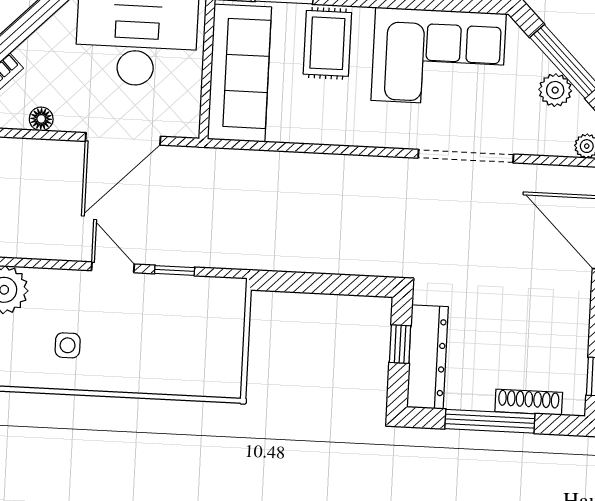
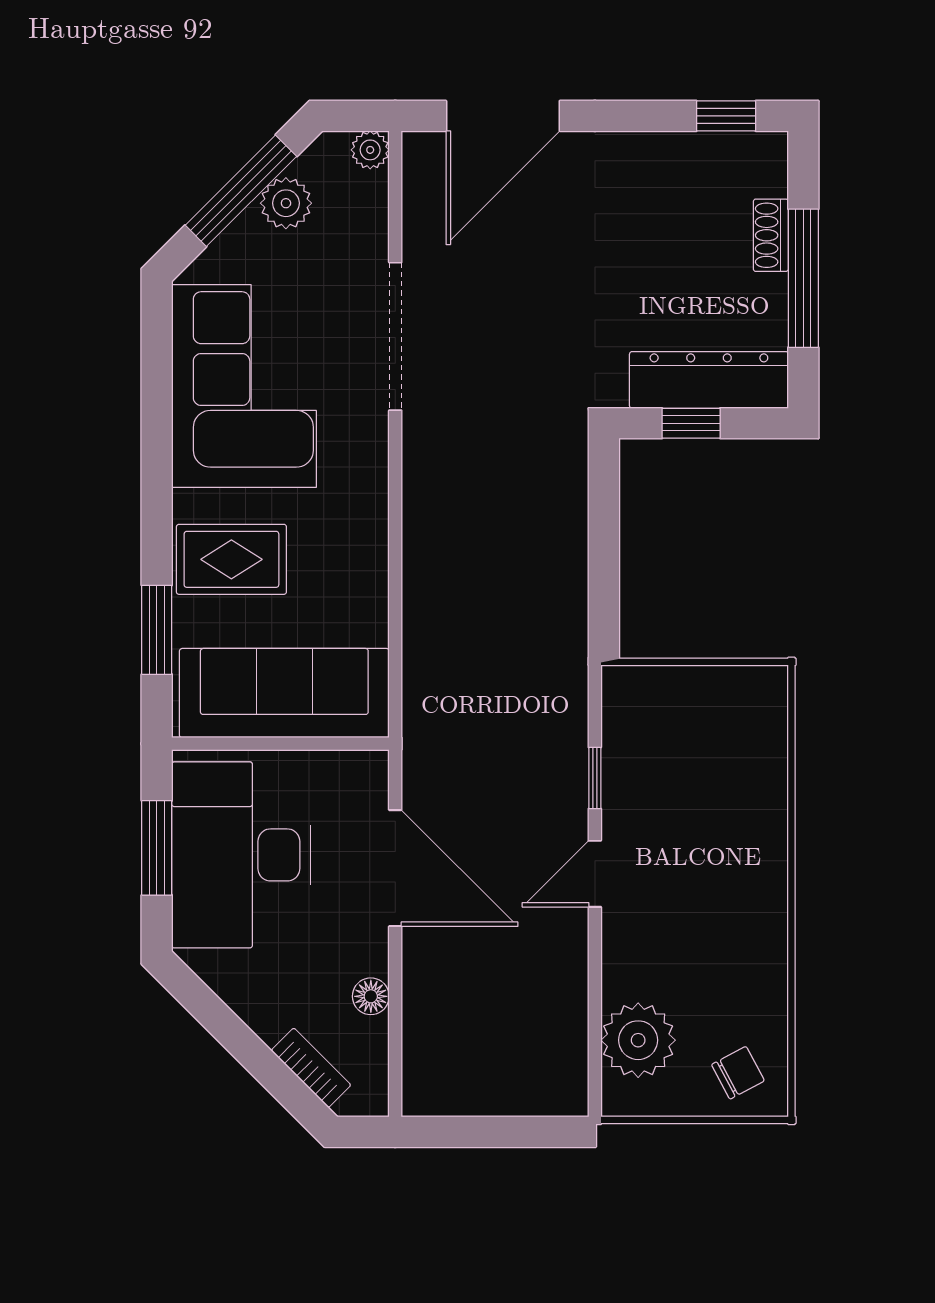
side table: (68, 345) -> (719, 938), removed
shoe rack: (529, 402) -> (771, 235), width x0.70

